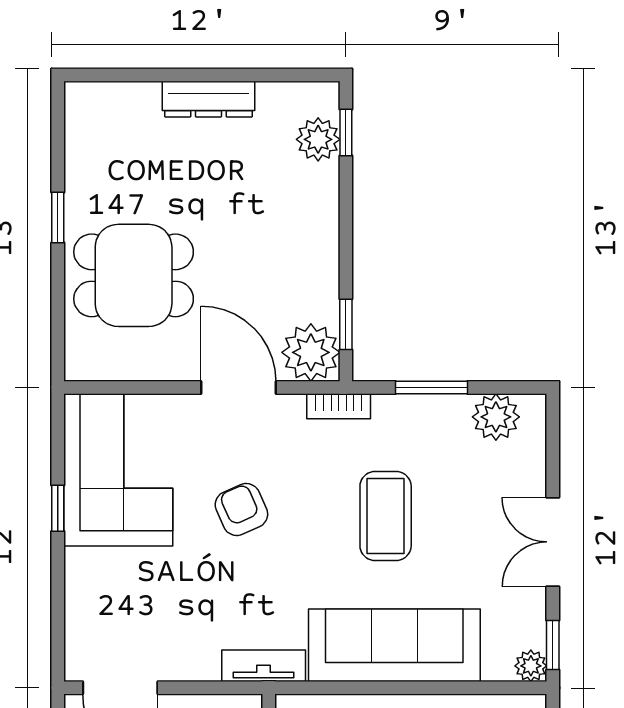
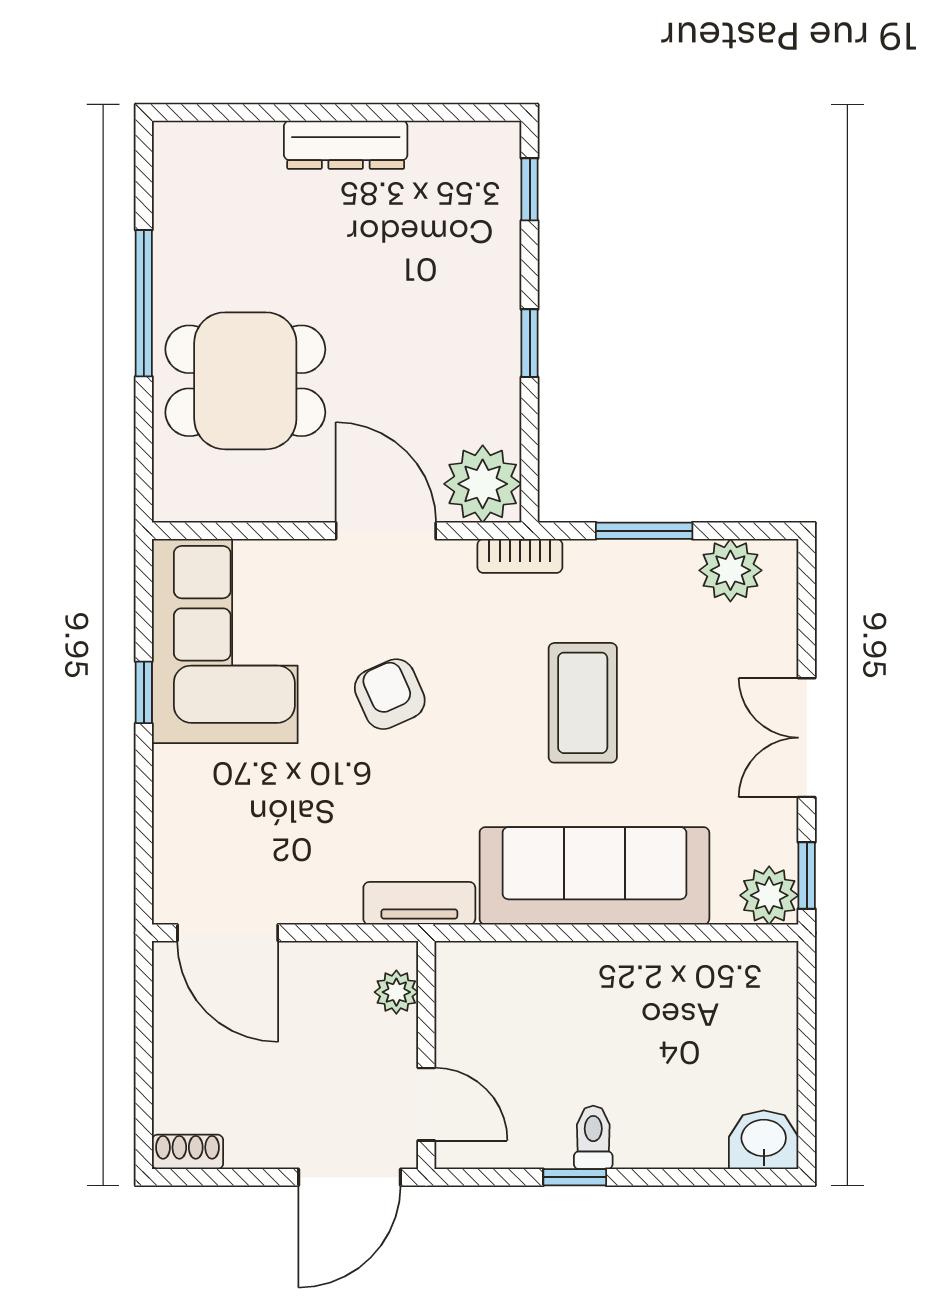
plant: (318, 139) -> (492, 199), removed
window: (58, 218) -> (144, 303), width x2.17
window: (346, 324) -> (530, 343), moved
plant: (531, 666) -> (769, 895), width x1.38, depth x1.38

